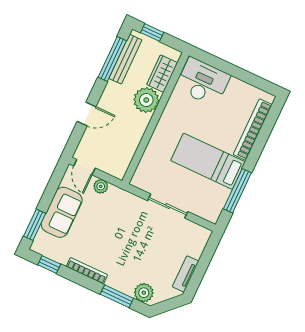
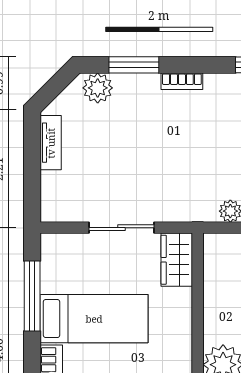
wardrobe: (145, 173) -> (177, 260), added
bookcase: (87, 271) -> (182, 81), width x0.64

